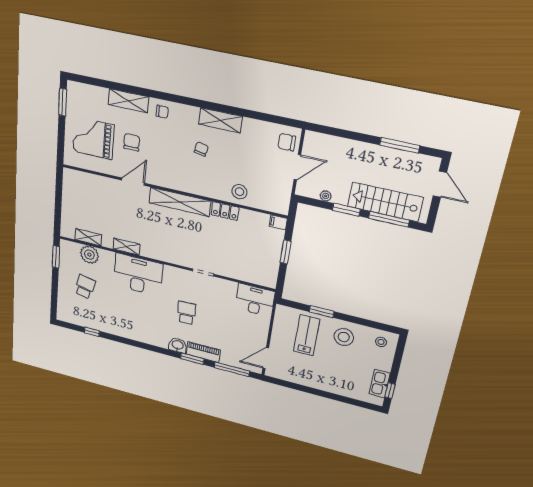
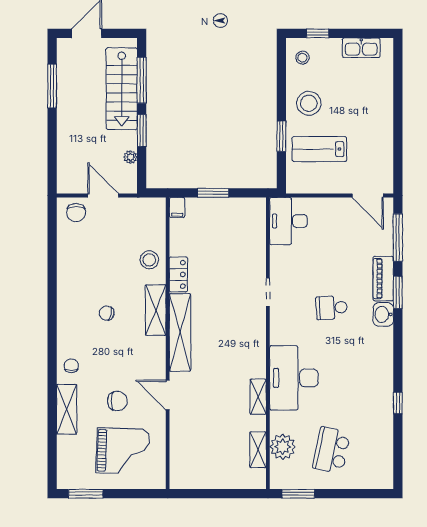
shelving: (220, 120) -> (156, 310), moved
grand piano: (93, 138) -> (123, 451), turned -88
chair: (132, 142) -> (117, 401), turned 180
school desk: (85, 287) -> (332, 450), width x1.85
window: (92, 332) -> (398, 403), moved
window: (390, 391) -> (318, 33), moved

